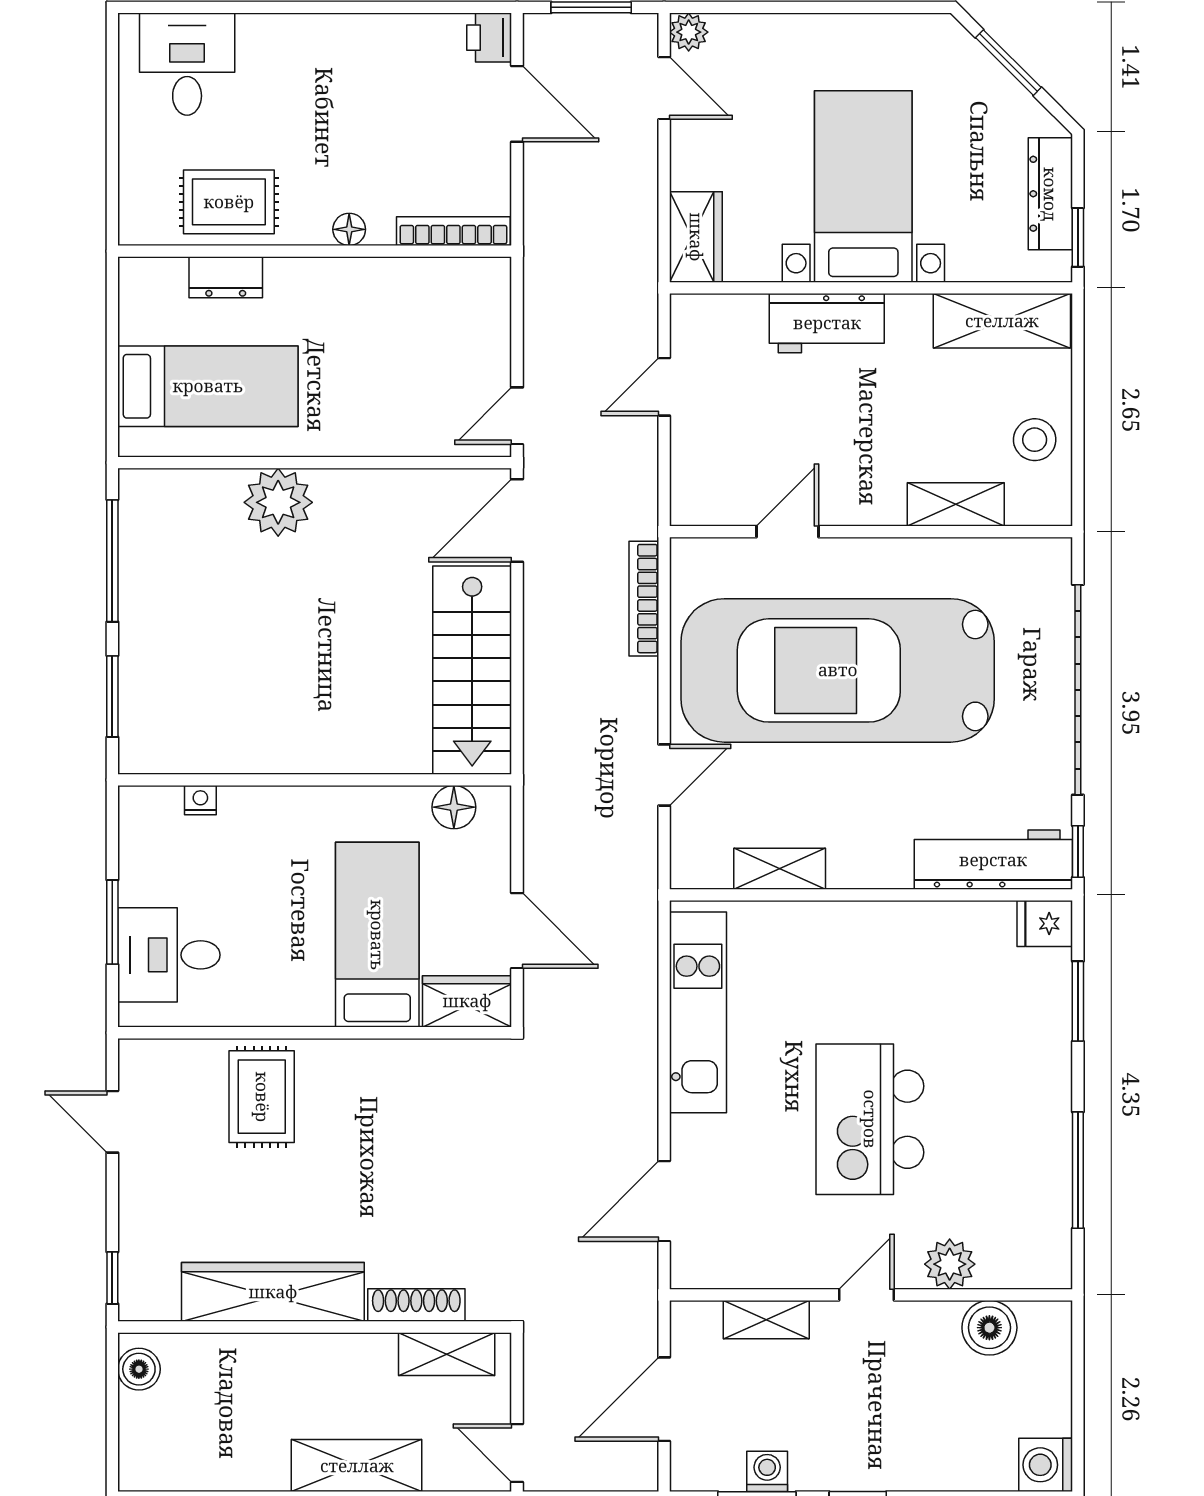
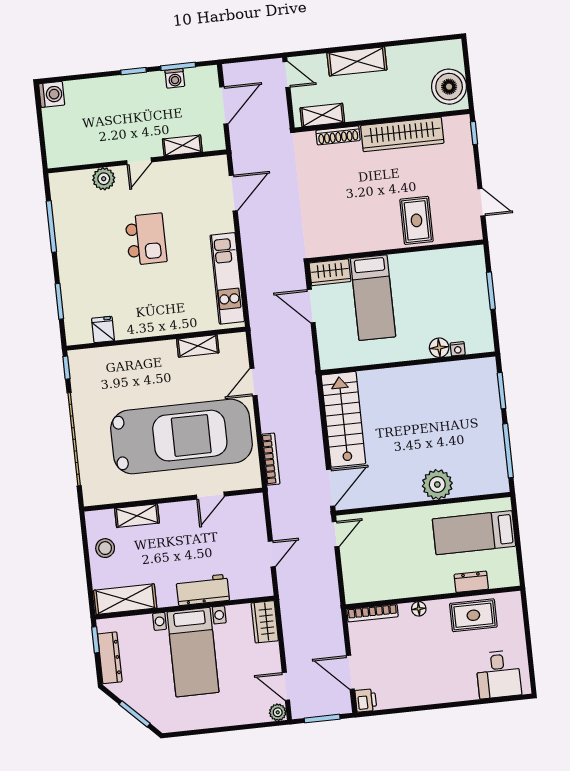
floor lamp: (454, 807) -> (439, 348), moved
workbench: (993, 860) -> (104, 360), removed
fridge: (1045, 924) -> (103, 329), moved, turned -90
desk: (169, 955) -> (464, 279), removed
kitchen island: (870, 1119) -> (146, 239), width x0.73, depth x0.78
boiler: (989, 1328) -> (83, 152), removed
boiler: (139, 1369) -> (449, 87), width x1.86, depth x1.86

